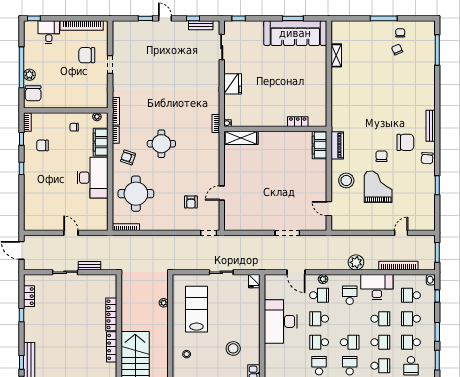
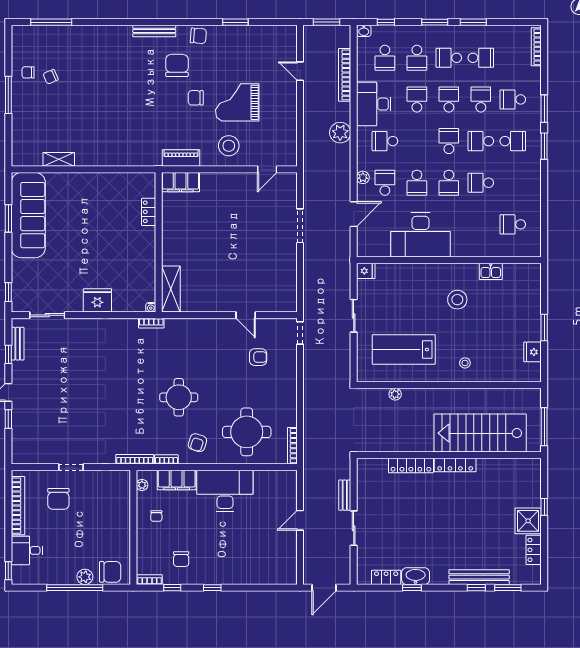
washbasin: (30, 318) -> (416, 576), added
school desk: (411, 342) -> (449, 58), turned 90

